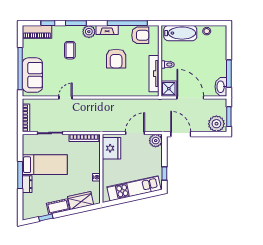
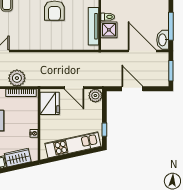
shower: (169, 89) -> (109, 30), moved
door: (190, 97) -> (142, 51), moved
plant: (216, 124) -> (17, 78), moved
door: (135, 133) -> (74, 88), swing flipped
door: (181, 134) -> (132, 89), moved

